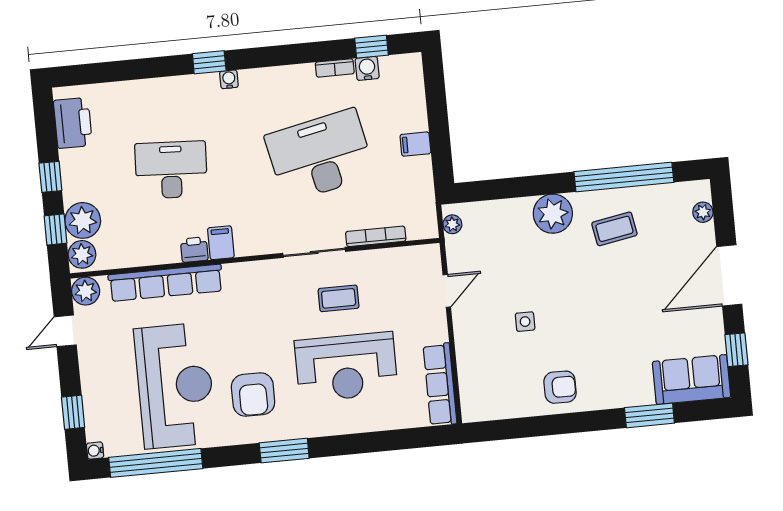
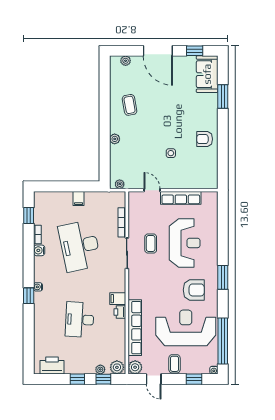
water cooler: (367, 68) -> (39, 250), moved
window: (624, 177) -> (105, 98), removed
plant: (553, 214) -> (115, 139), width x0.53, depth x0.53
plant: (83, 220) -> (100, 369), width x0.53, depth x0.53
coffee table: (100, 370) -> (175, 364), added
row of seats: (440, 384) -> (181, 198), moved
armchair: (560, 387) -> (205, 139), turned -90

